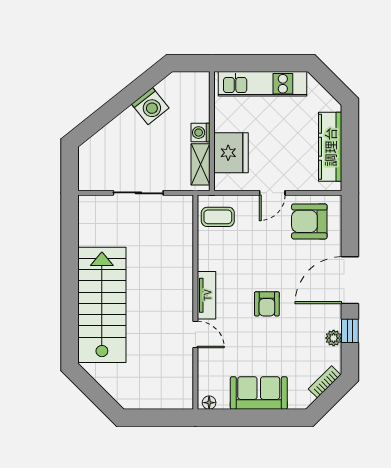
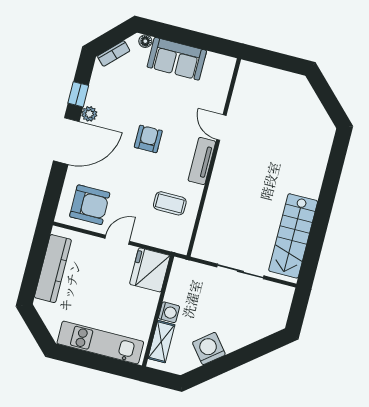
fridge: (231, 153) -> (150, 270), moved
shelving: (200, 164) -> (161, 342), moved
coffee table: (218, 217) -> (170, 203), moved
stairs: (102, 305) -> (293, 236), moved, width x0.73, depth x0.66
plant: (334, 338) -> (89, 114), moved
floor lamp: (209, 403) -> (145, 41), moved

